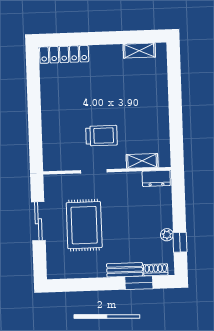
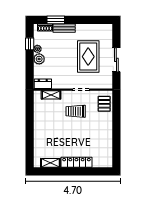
locker: (64, 54) -> (76, 162), moved
pallet: (56, 149) -> (104, 104), added
plant: (164, 218) -> (39, 59), added

